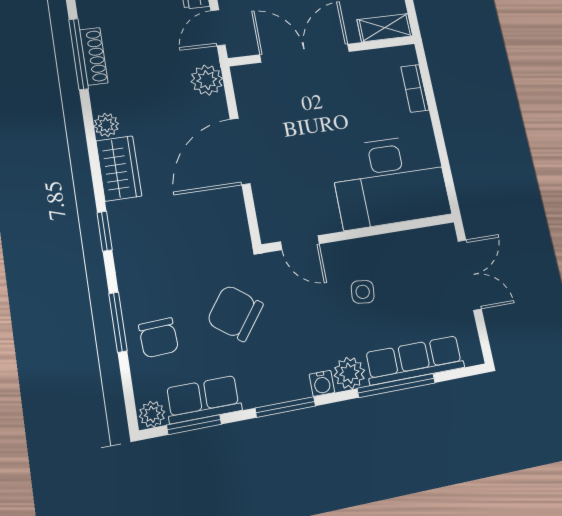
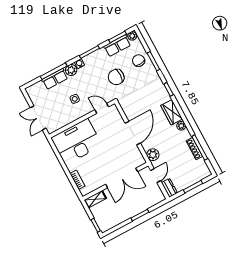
chair: (235, 313) -> (116, 77), turned 143
row of seats: (414, 360) -> (55, 79), width x0.68

